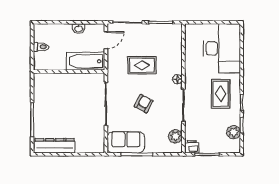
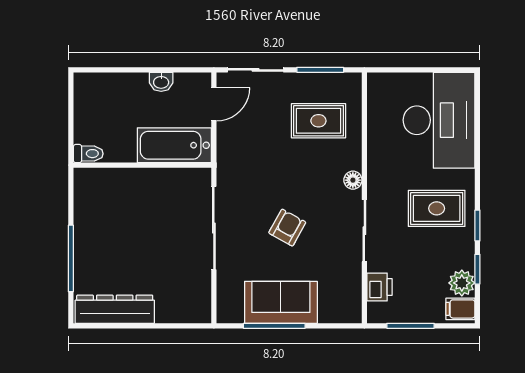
toilet: (41, 47) -> (88, 154), moved
rug: (142, 65) -> (318, 121), moved
rug: (221, 94) -> (437, 208), turned 90
plant: (175, 136) -> (349, 291), removed
sofa: (126, 142) -> (281, 302), moved
filing cabinet: (233, 146) -> (460, 309), added
printer: (192, 147) -> (380, 287), moved, turned 90

